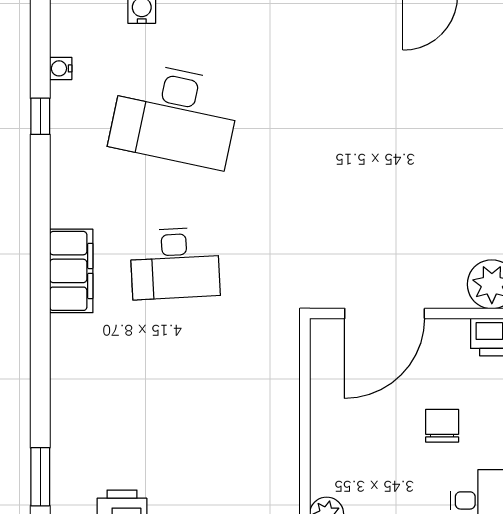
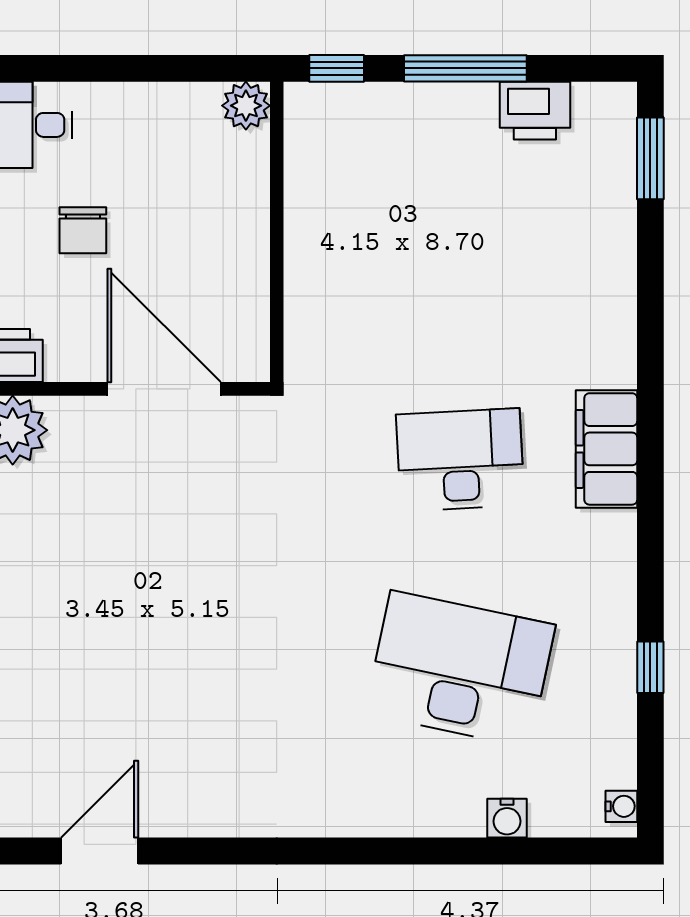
water cooler: (61, 68) -> (621, 806), moved
door: (385, 313) -> (164, 389), hinge flipped

